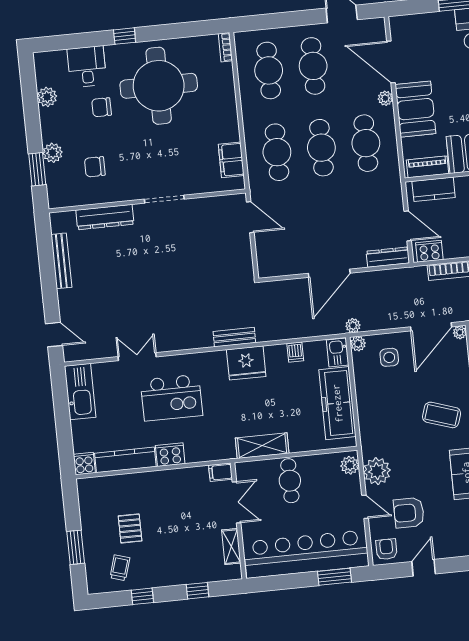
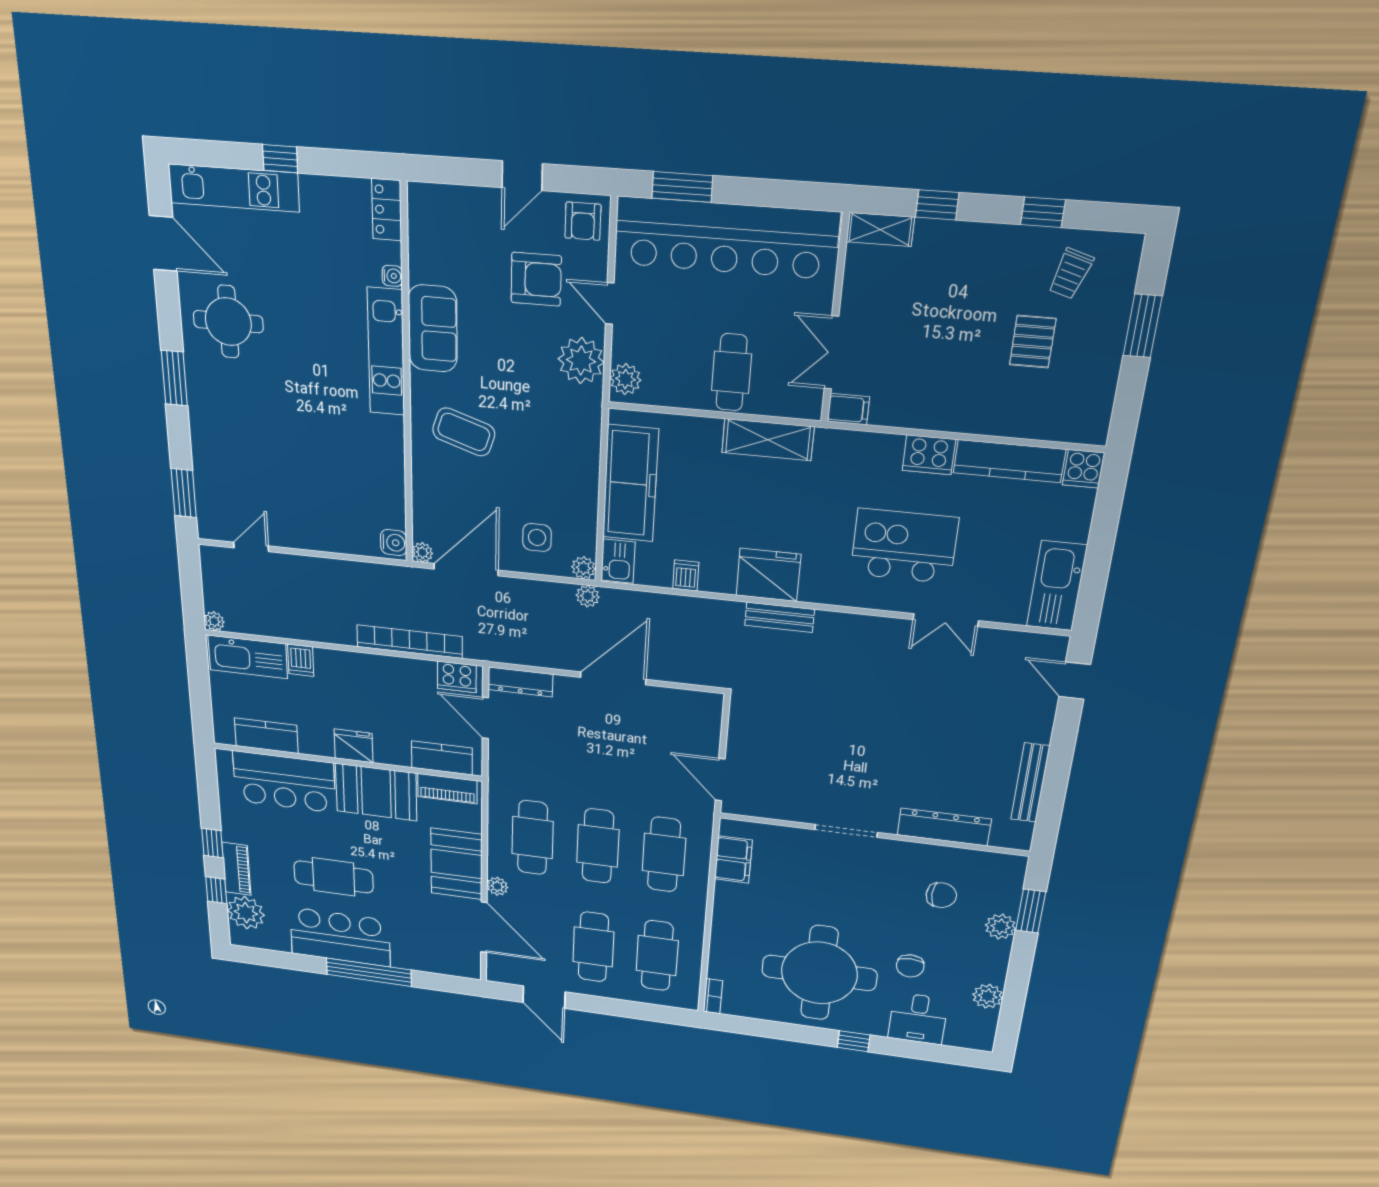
chair: (102, 107) -> (910, 966), turned 90
shelving: (231, 547) -> (880, 229), moved, turned 90

